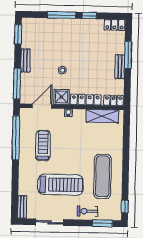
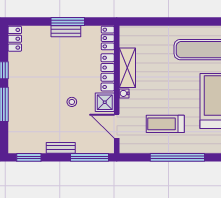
window: (128, 55) -> (68, 21), moved
shelving: (102, 116) -> (127, 68), moved
window: (16, 138) -> (177, 157), moved

